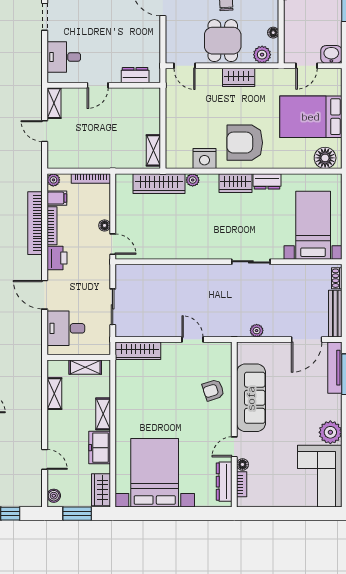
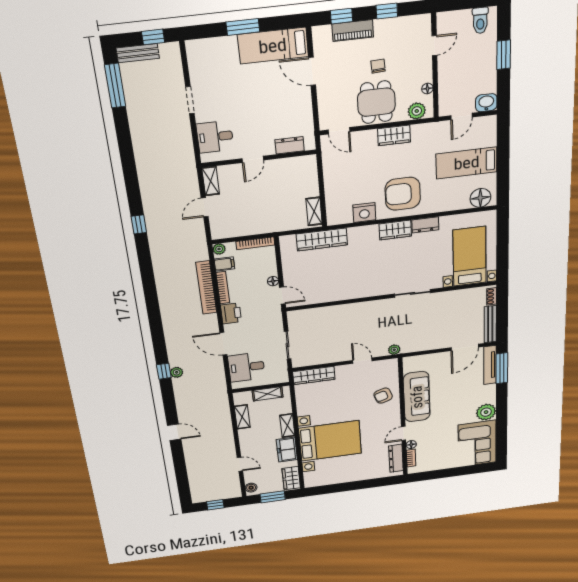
bed: (311, 117) -> (467, 163), width x0.67
door: (45, 131) -> (205, 207), hinge flipped
plant: (193, 180) -> (354, 232), removed
plant: (257, 331) -> (394, 350), moved
bed with nightstands: (155, 473) -> (330, 441), moved, turned 90

